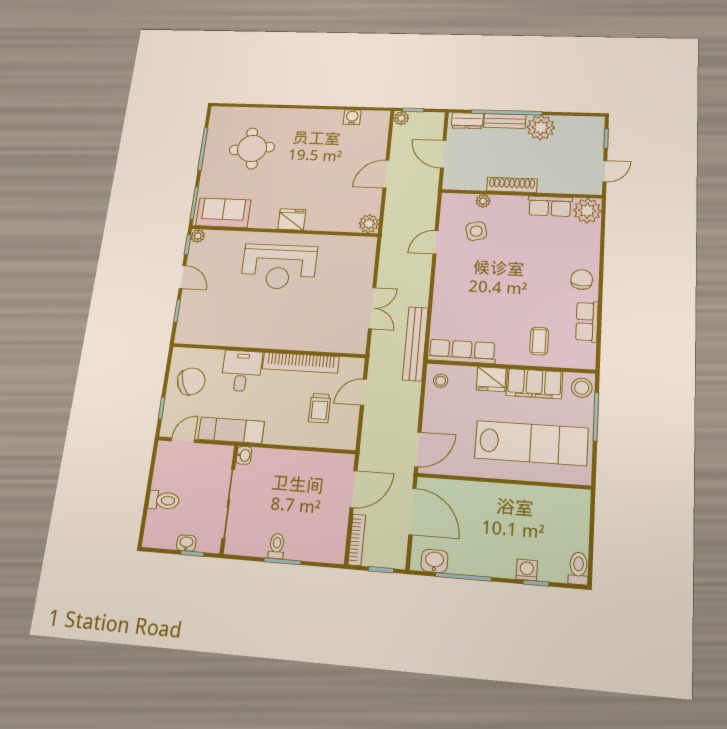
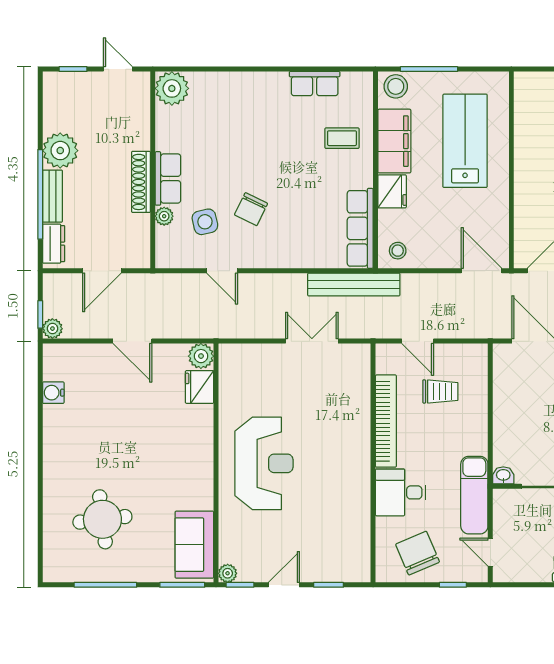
row of seats: (550, 206) -> (168, 178), moved
fridge: (292, 219) -> (200, 387), moved
chair: (582, 280) -> (251, 209), moved, turned -69
lab bench: (531, 443) -> (465, 141), width x0.73

